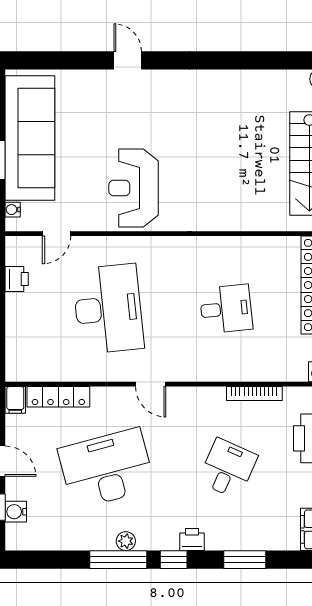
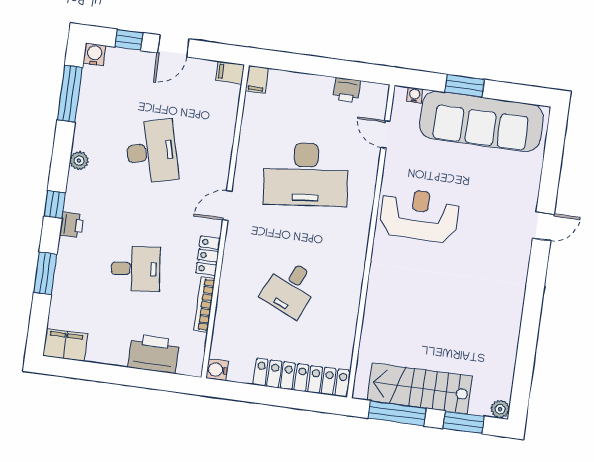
desk: (226, 309) -> (290, 288), turned 30
filing cabinet: (19, 372) -> (257, 79), added
locker: (58, 397) -> (208, 256), moved, width x0.66
desk: (107, 469) -> (152, 152), width x0.73, depth x0.77
desk: (228, 469) -> (136, 269), turned -30
water cooler: (16, 512) -> (94, 54), moved
window: (118, 560) -> (70, 94), moved

